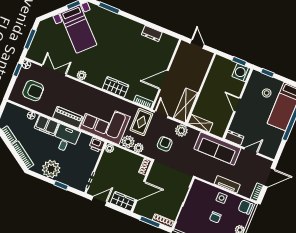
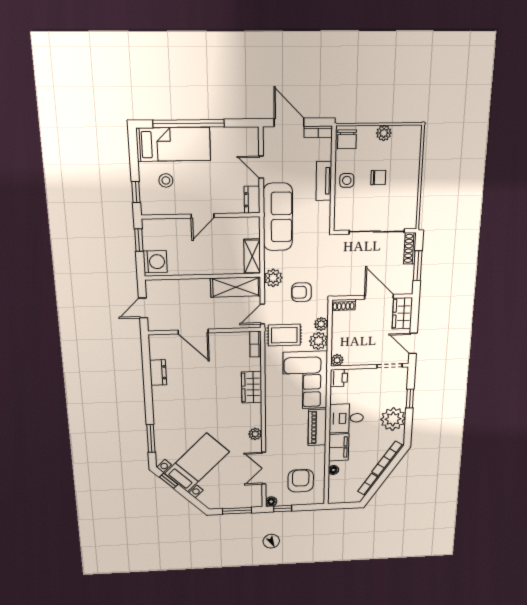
washing machine: (241, 73) -> (155, 262), moved, turned -90
door: (164, 80) -> (193, 331), moved

